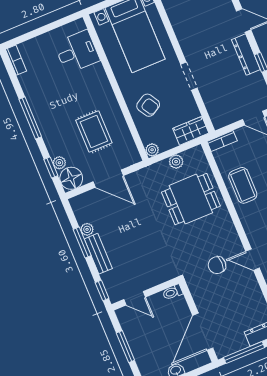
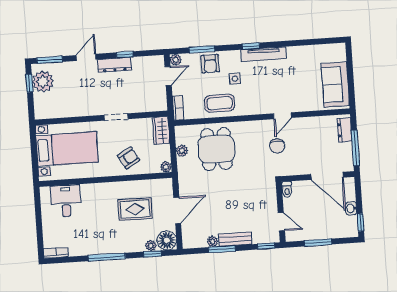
door: (135, 298) -> (281, 222), hinge flipped

